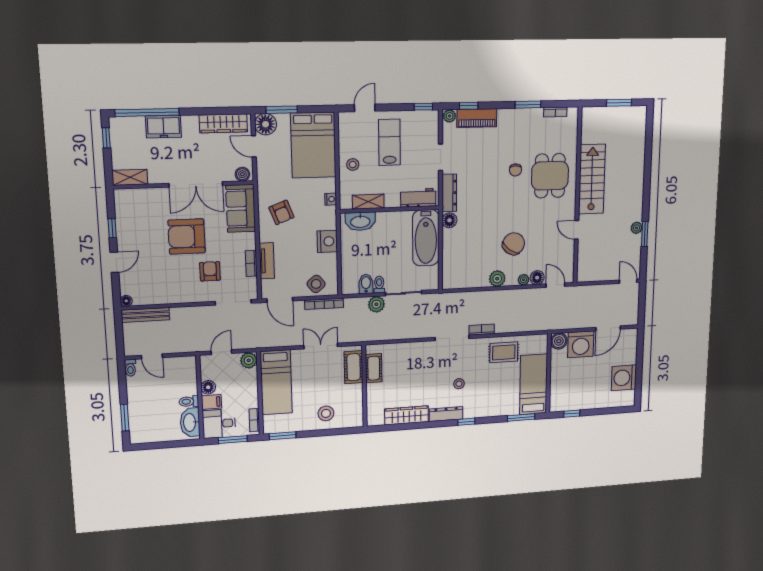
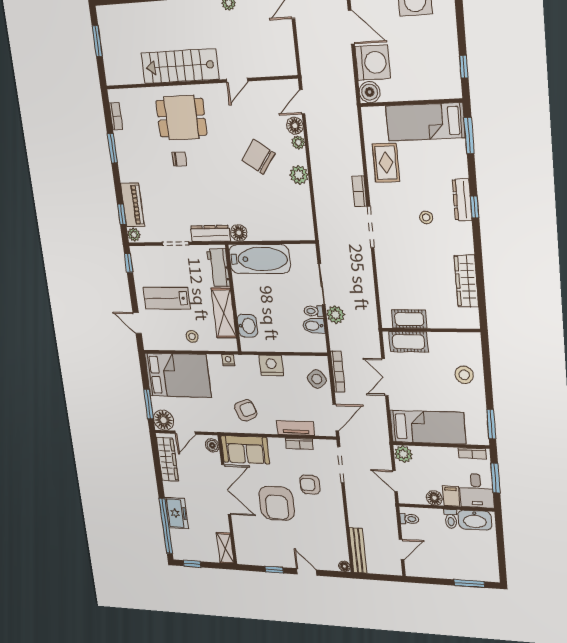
shelving: (368, 202) -> (224, 313), width x1.50, depth x1.33
washbasin: (360, 221) -> (247, 326), width x0.72
toilet: (130, 368) -> (409, 519), moved
dresser: (446, 414) -> (462, 200), moved

